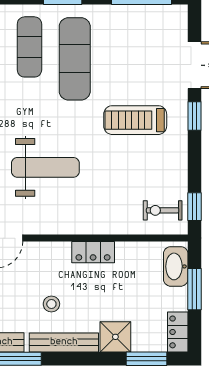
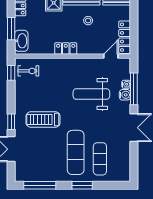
treadmill: (135, 120) -> (43, 119), turned 180

